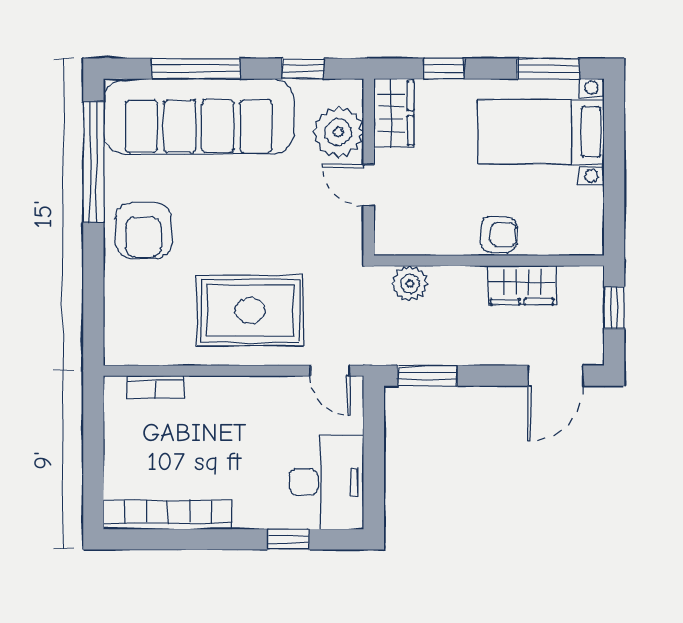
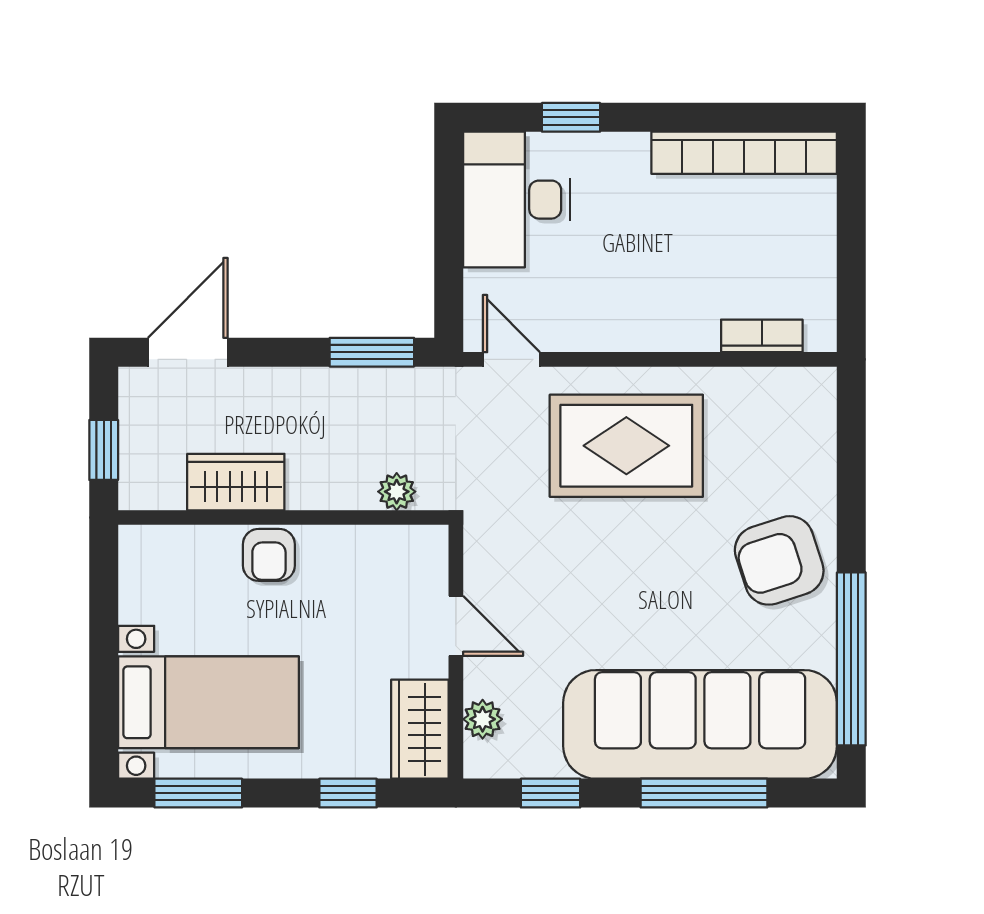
plant: (338, 132) -> (483, 719), width x0.53, depth x0.53
armchair: (143, 231) -> (779, 560), turned -108
armchair: (499, 234) -> (269, 555), turned -90
plant: (410, 283) -> (397, 492), width x0.73, depth x0.73

